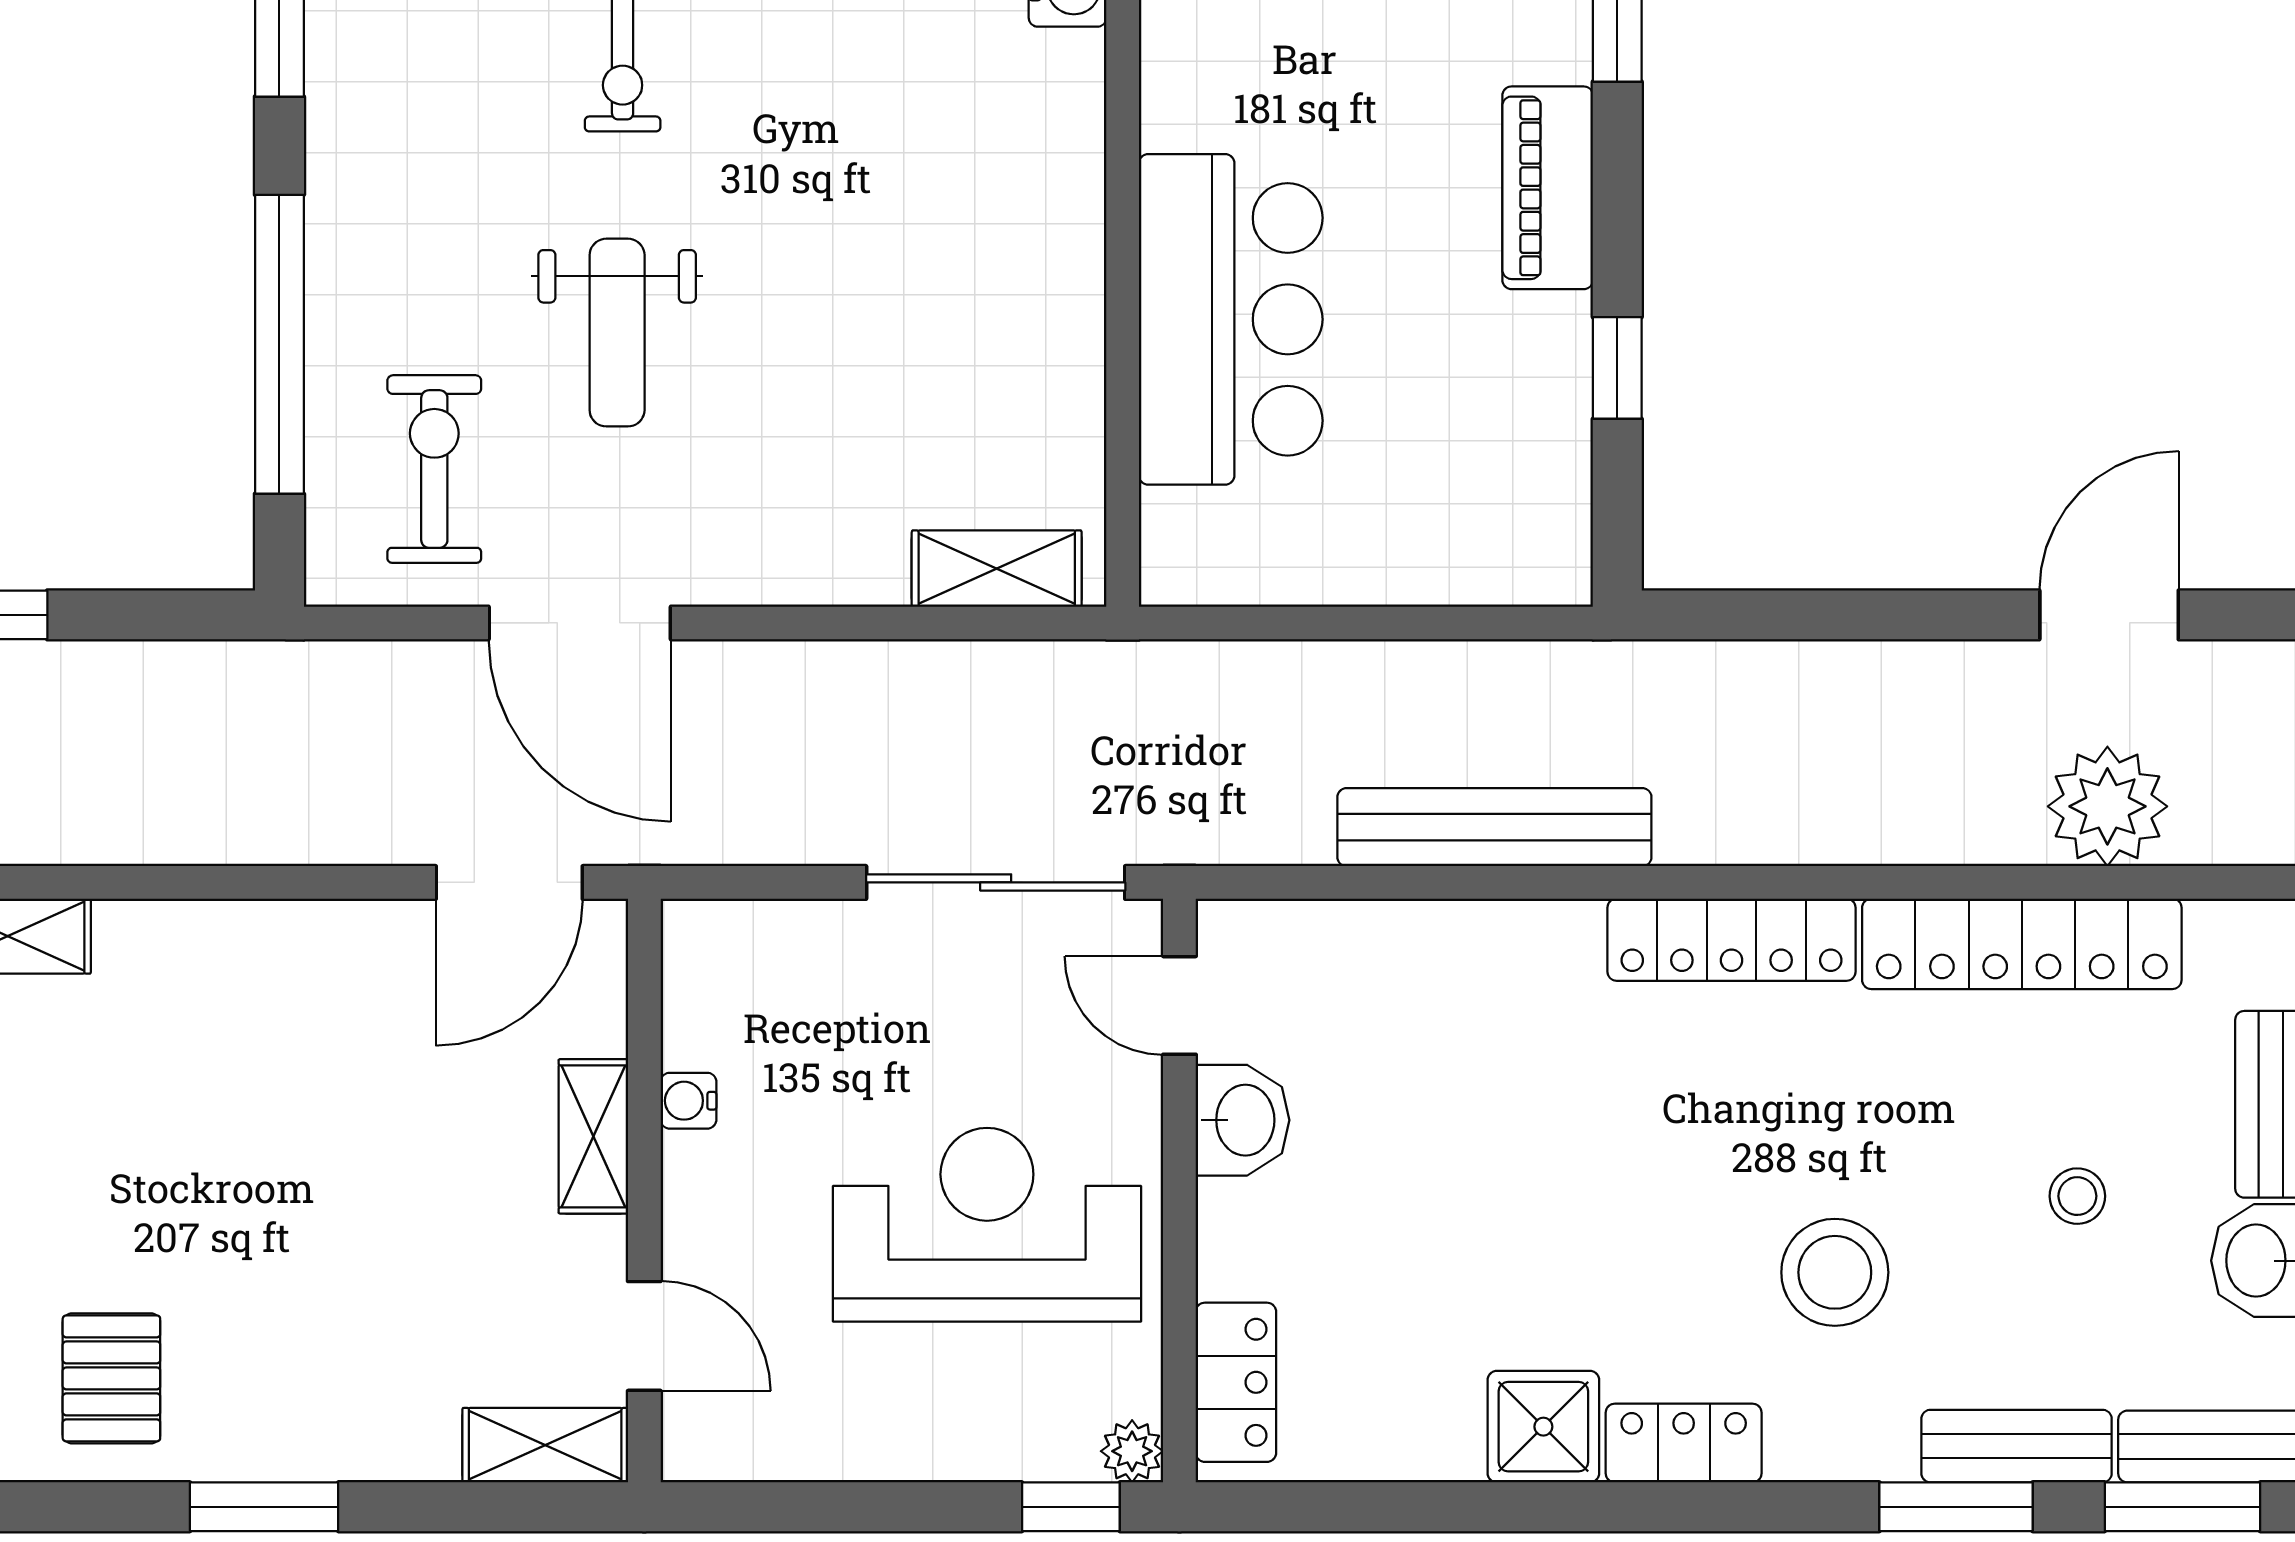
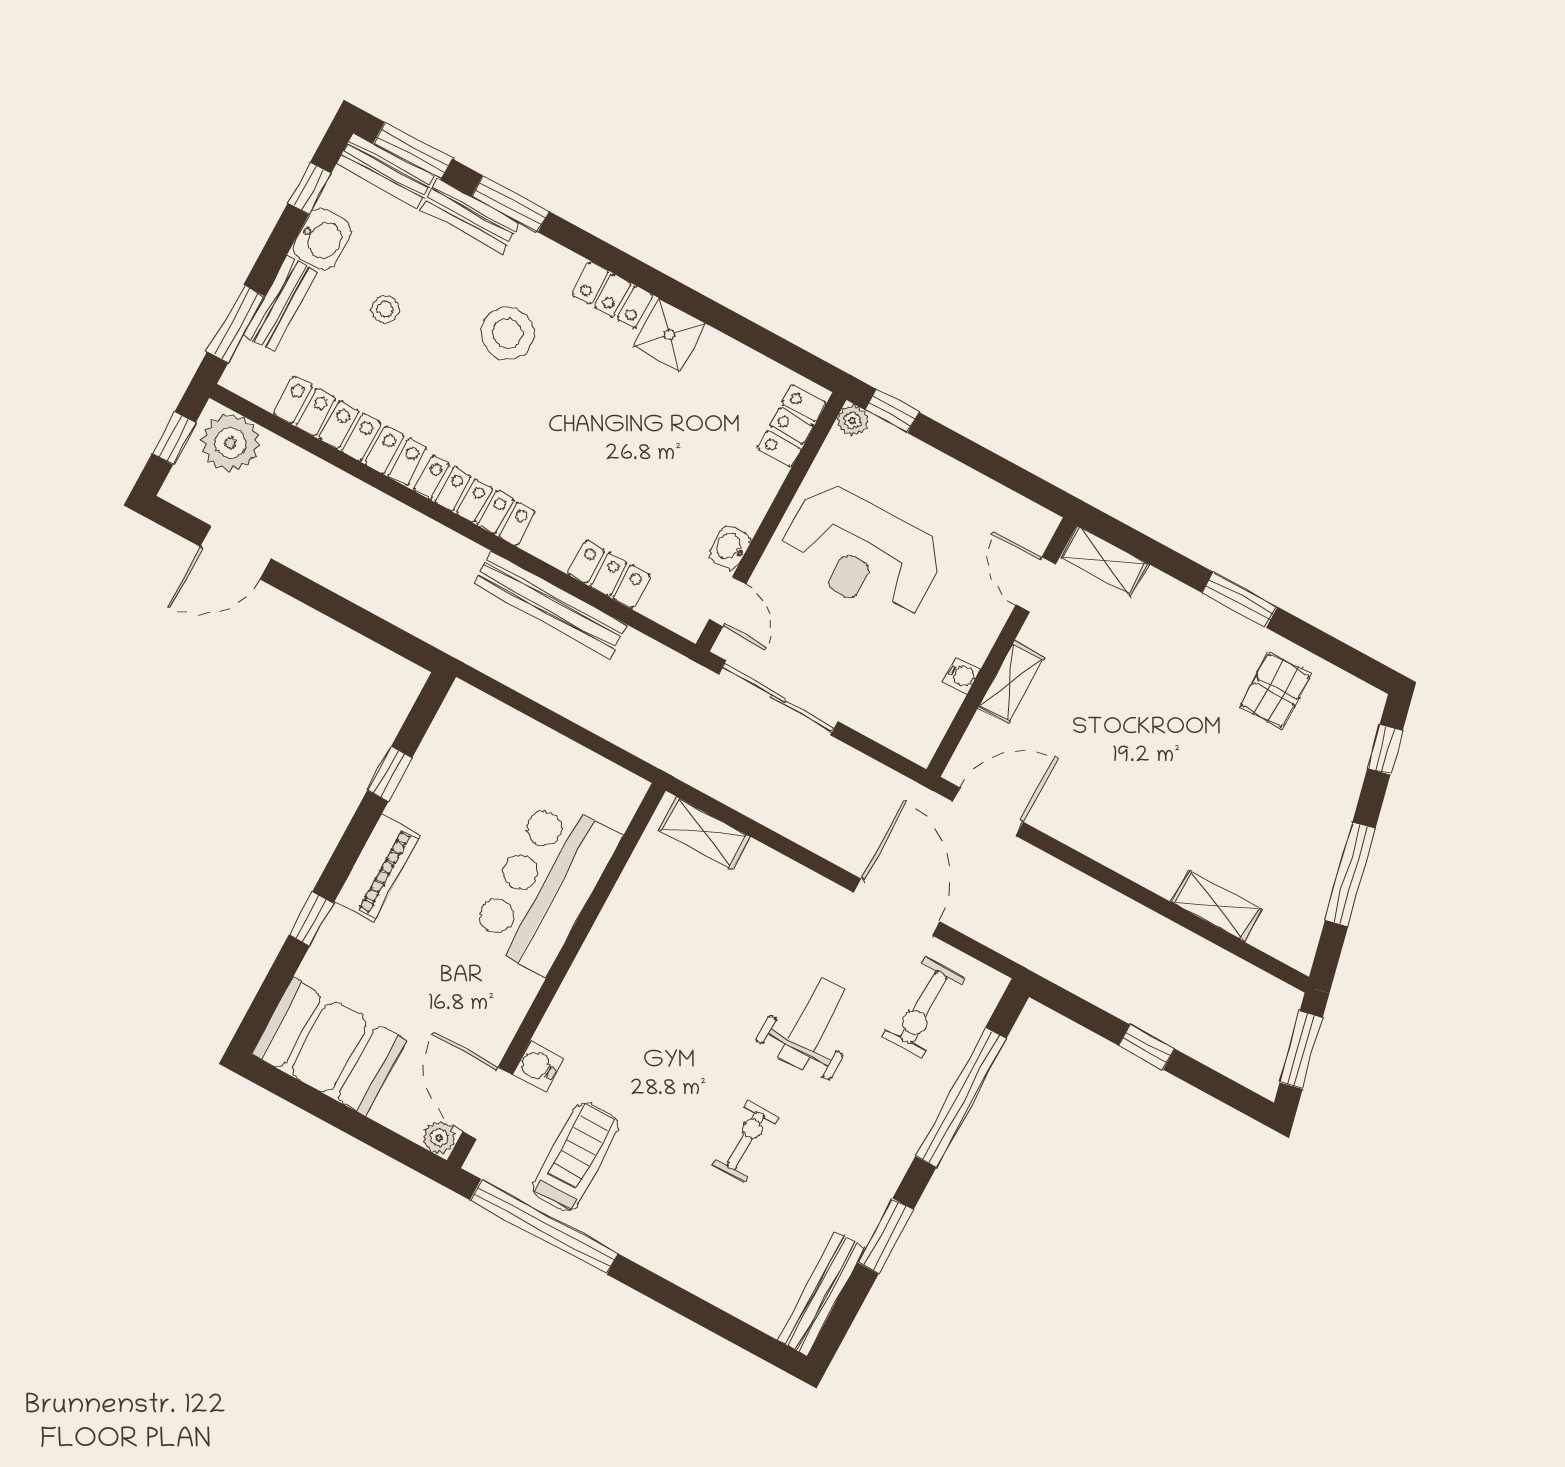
plant: (2107, 806) -> (230, 443), moved
locker: (1419, 939) -> (609, 574), added
washbasin: (1243, 1120) -> (730, 547), width x0.72, depth x0.69

